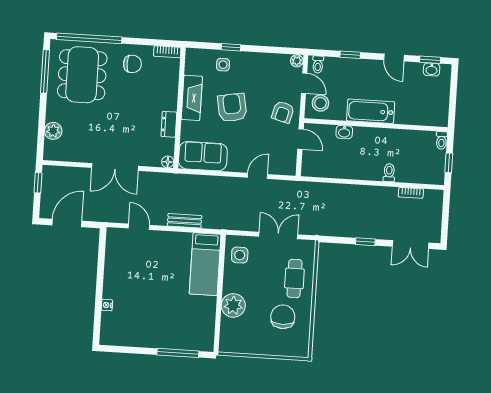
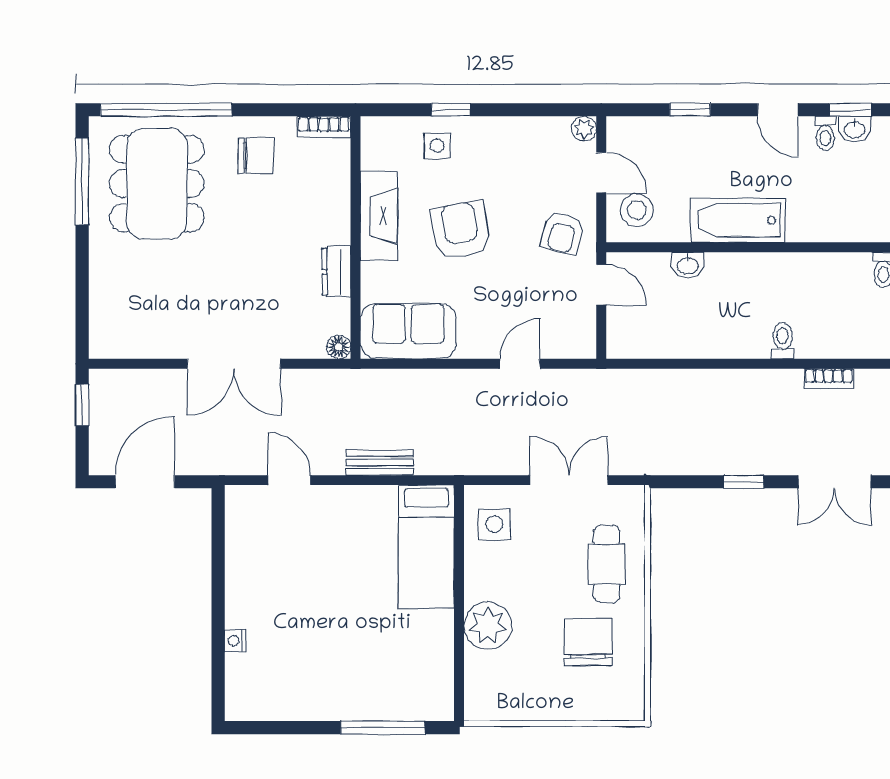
toilet: (318, 65) -> (825, 133), moved
plant: (53, 131) -> (106, 299), removed

